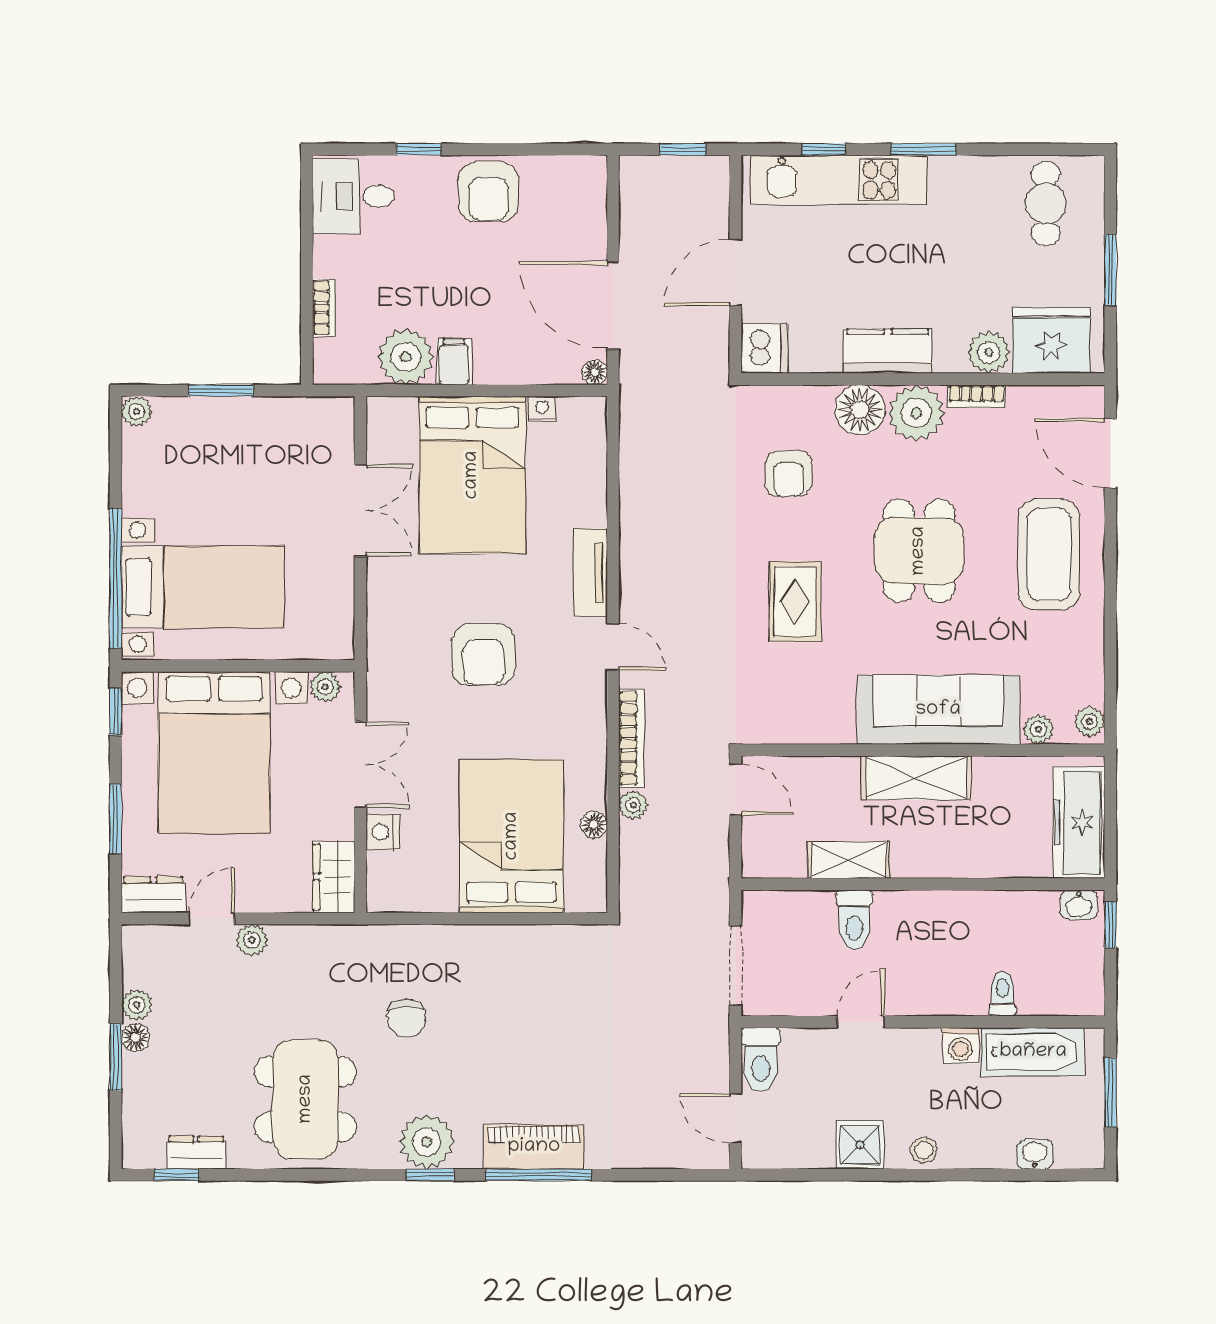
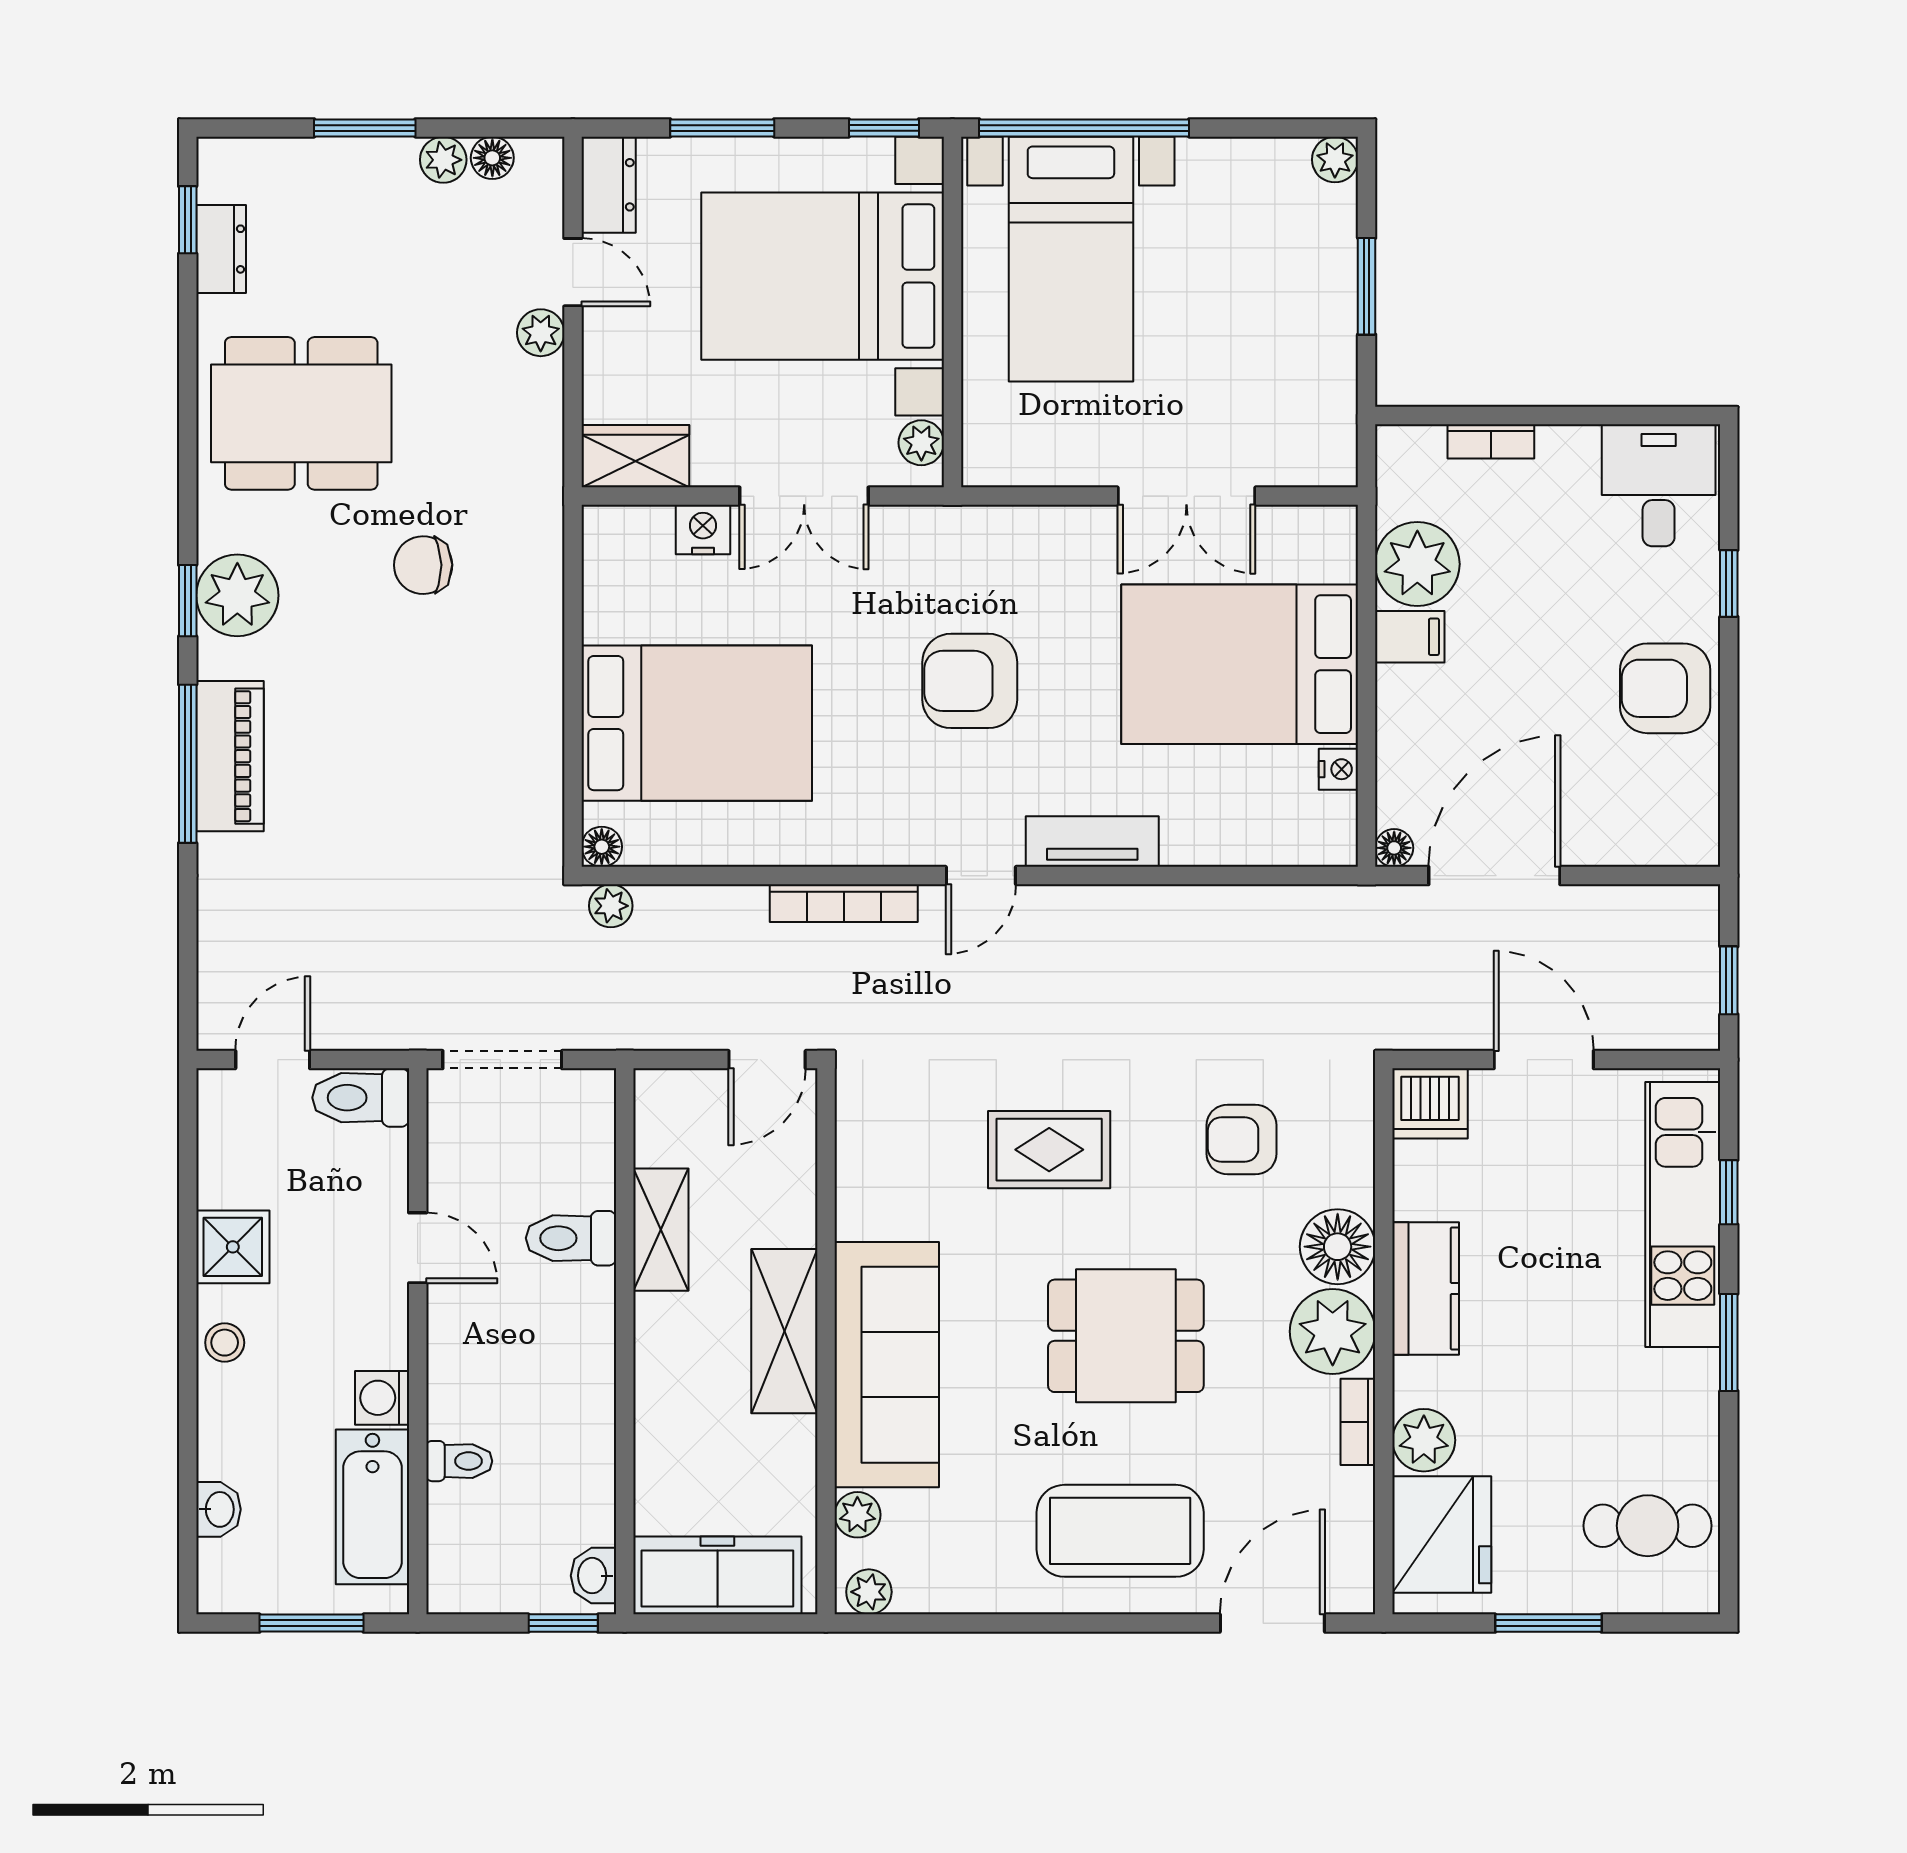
plant: (633, 805) -> (611, 906), moved
floor lamp: (594, 825) -> (602, 847), moved
floor lamp: (136, 1037) -> (492, 158), moved

